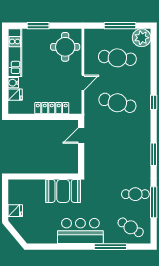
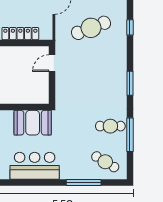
cafe table: (117, 103) -> (91, 28), turned -36
bar counter: (80, 231) -> (35, 166), moved

